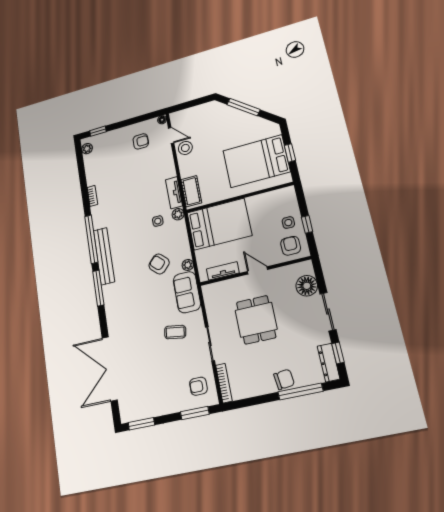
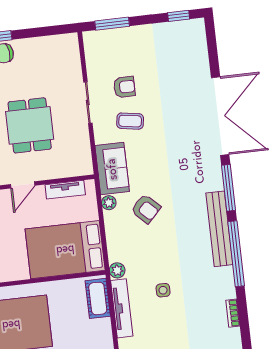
tv unit: (174, 193) -> (122, 308), width x1.41
side table: (158, 221) -> (163, 290), moved
door: (257, 270) -> (23, 185), hinge flipped
double door: (110, 369) -> (220, 116), moved
bookcase: (224, 383) -> (74, 55), removed
armchair: (198, 386) -> (124, 87), moved
window: (141, 424) -> (179, 16), width x0.67

